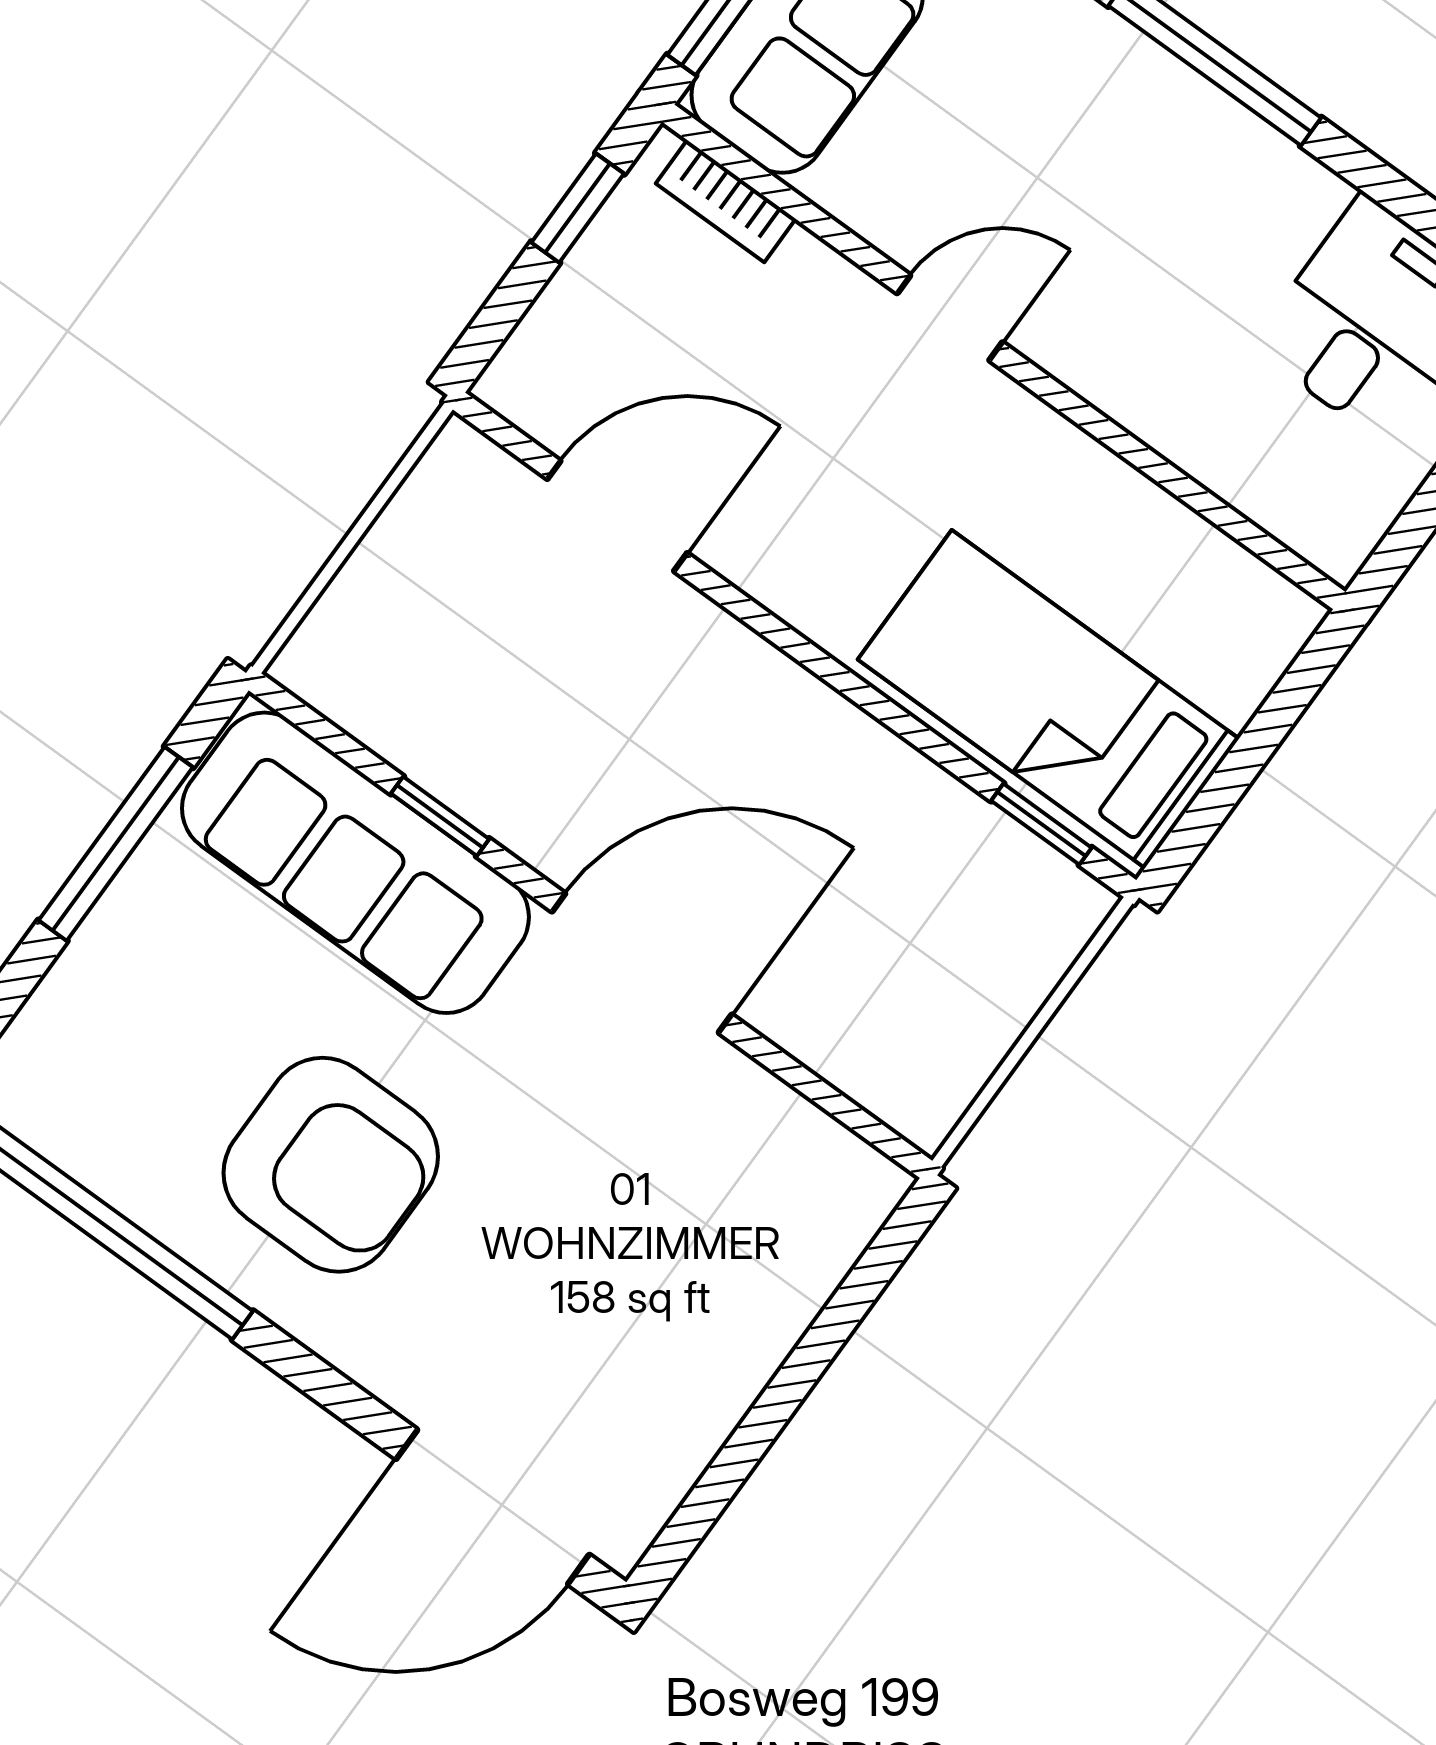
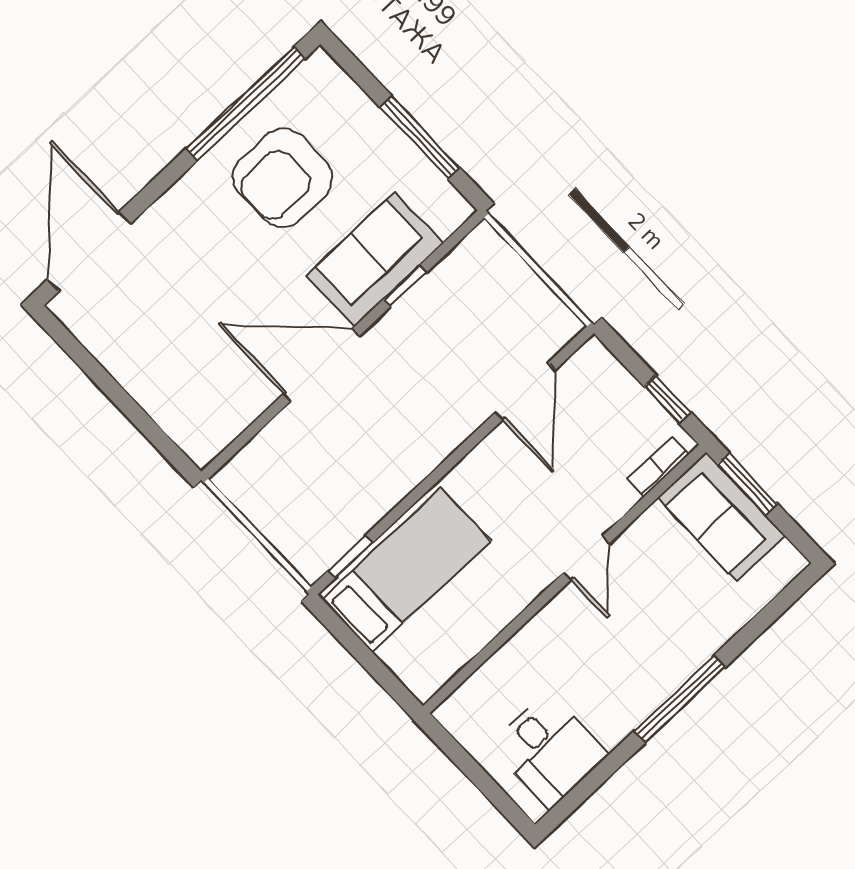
sofa: (355, 863) -> (375, 259), width x0.73
door: (642, 963) -> (322, 365), swing flipped
armchair: (331, 1165) -> (283, 178), moved

